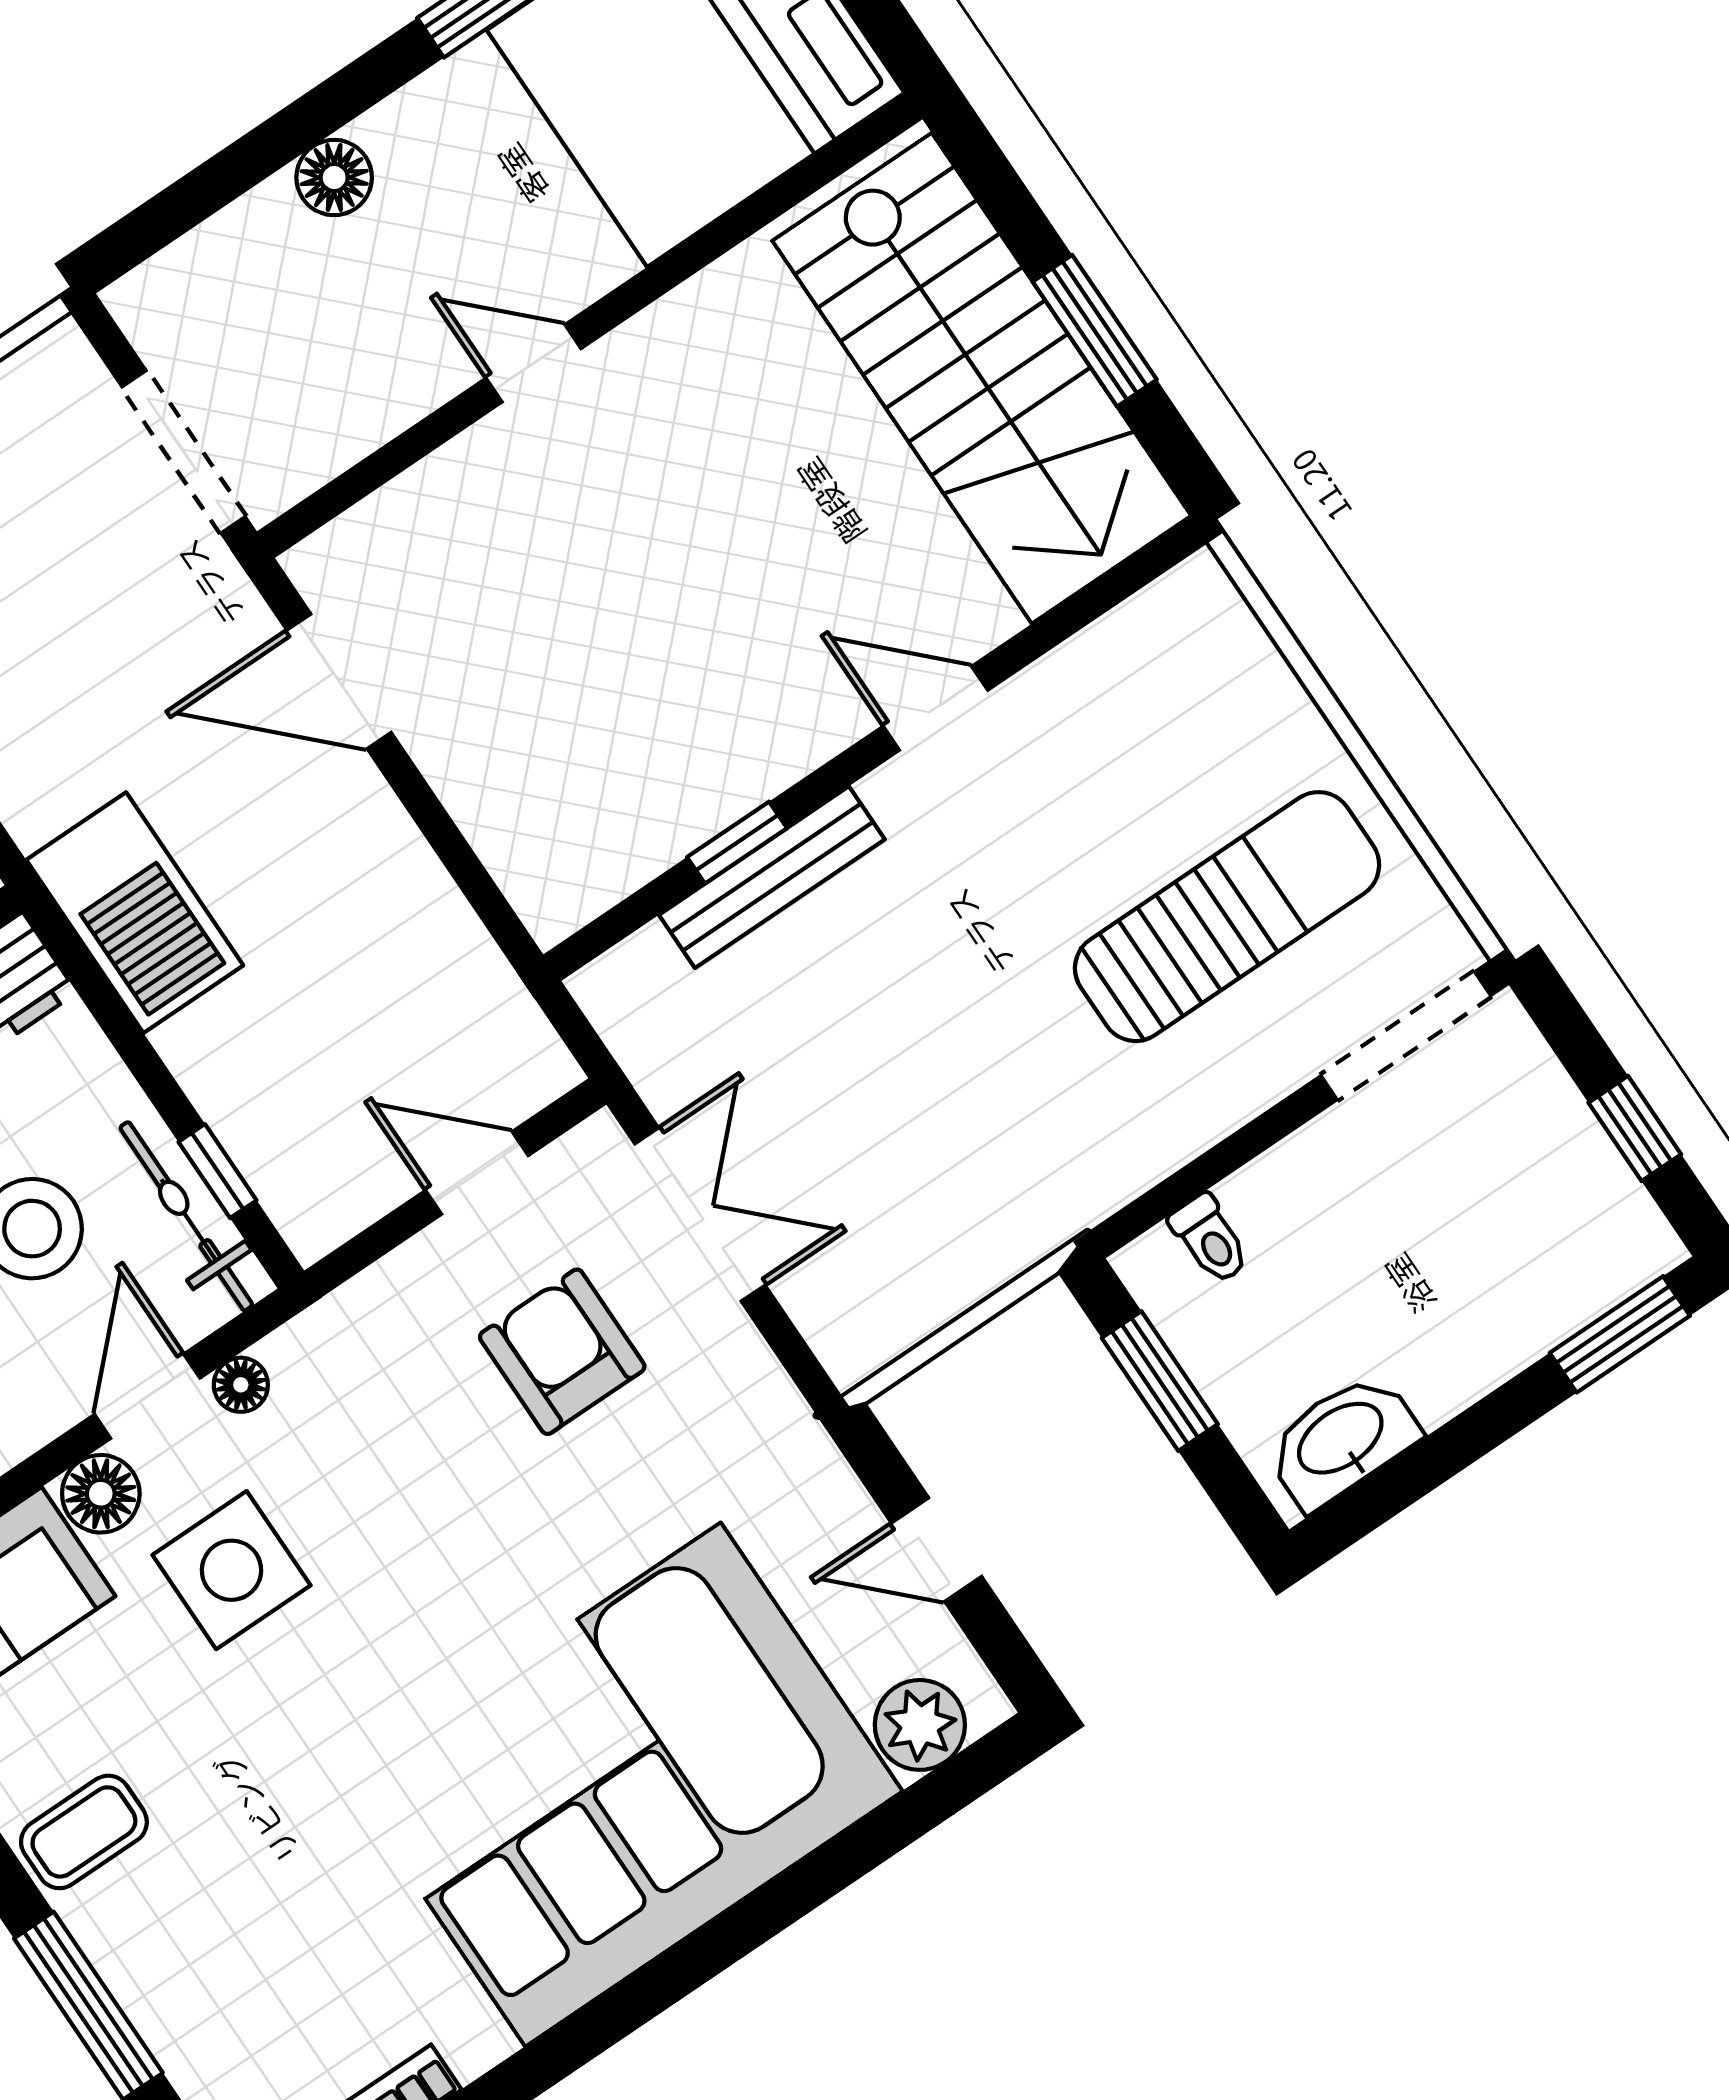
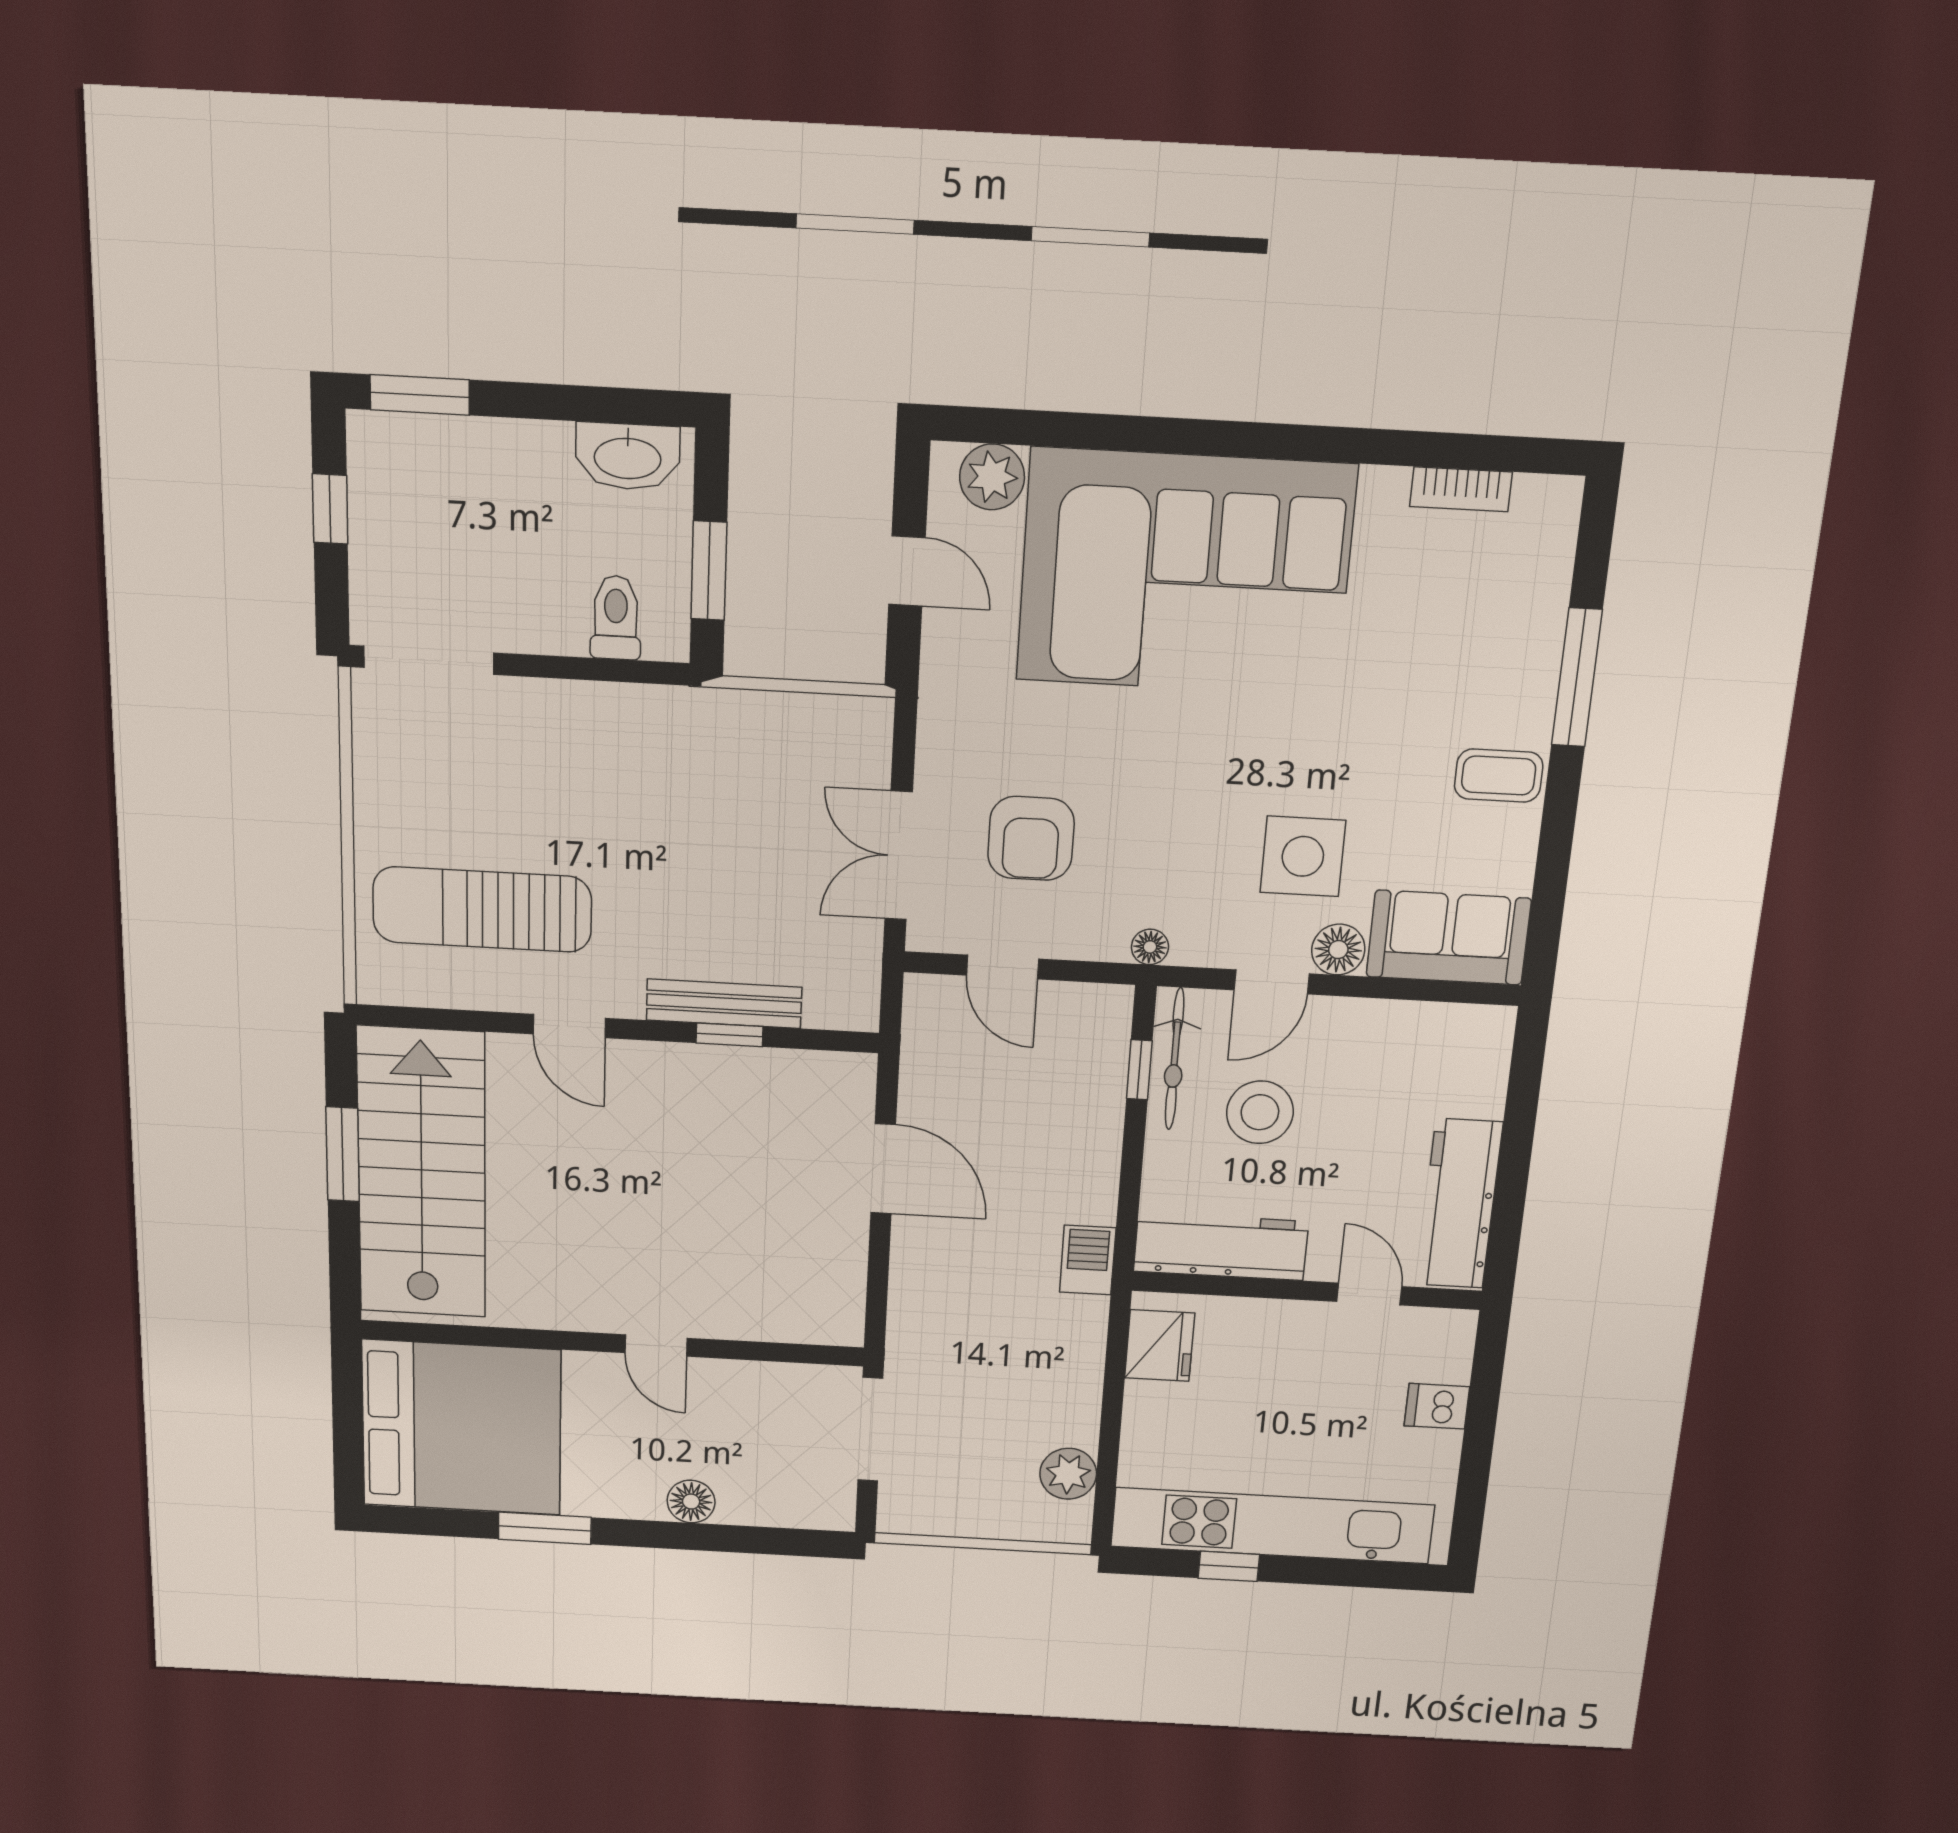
door: (339, 681) -> (883, 1169), moved
barbecue: (135, 913) -> (1088, 1260), width x0.53, depth x0.65
sun lounger: (1227, 917) -> (482, 909), moved
toilet: (1210, 1239) -> (616, 618), width x1.37, depth x1.39
floor lamp: (241, 1385) -> (1150, 947), moved

